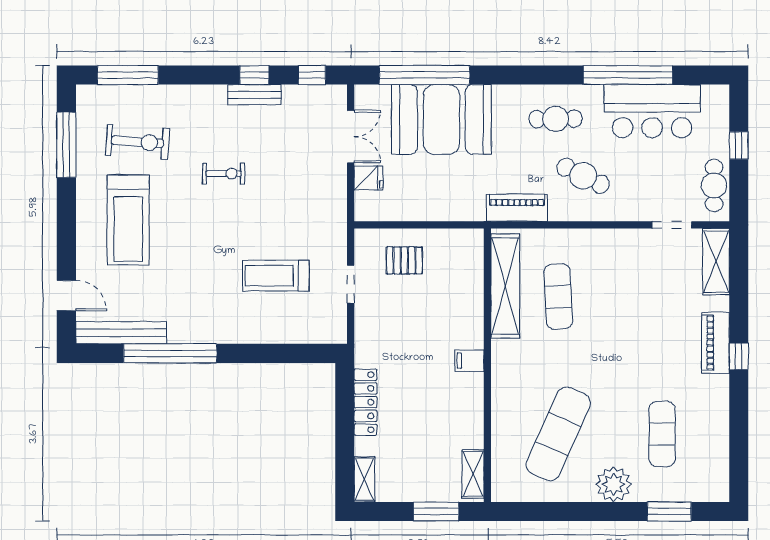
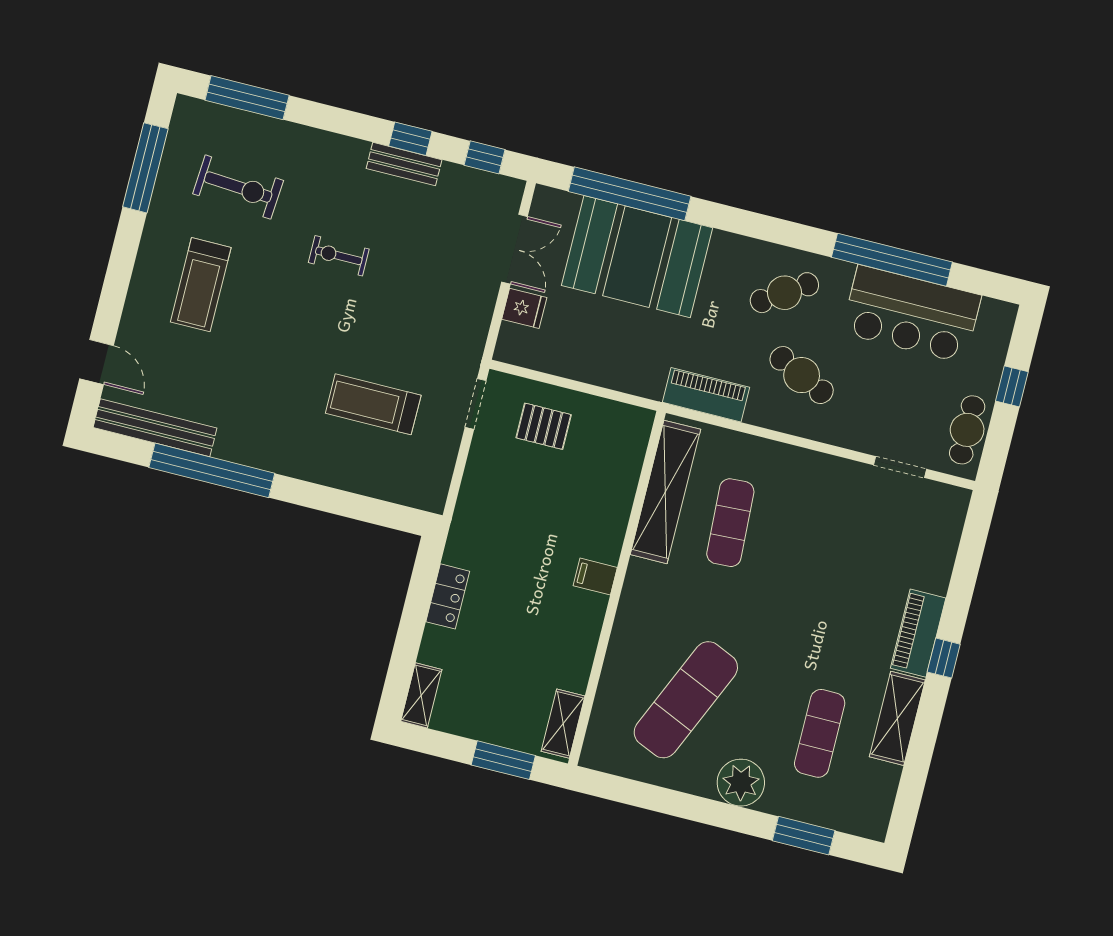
cafe table: (556, 119) -> (784, 293), turned -33
exercise bike: (224, 174) -> (339, 256), turned 180
treadmill: (128, 220) -> (201, 285), width x0.73, depth x0.73
shelving: (716, 262) -> (897, 718), moved
doorway: (351, 284) -> (476, 404), moved
locker: (366, 402) -> (448, 596), width x0.66

